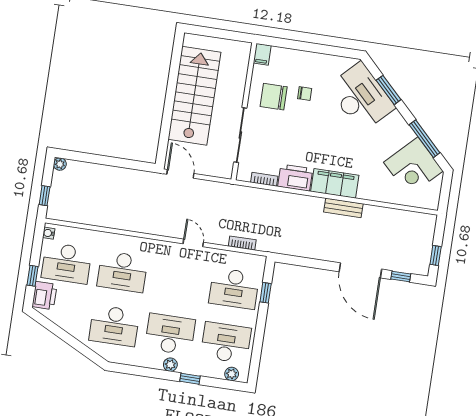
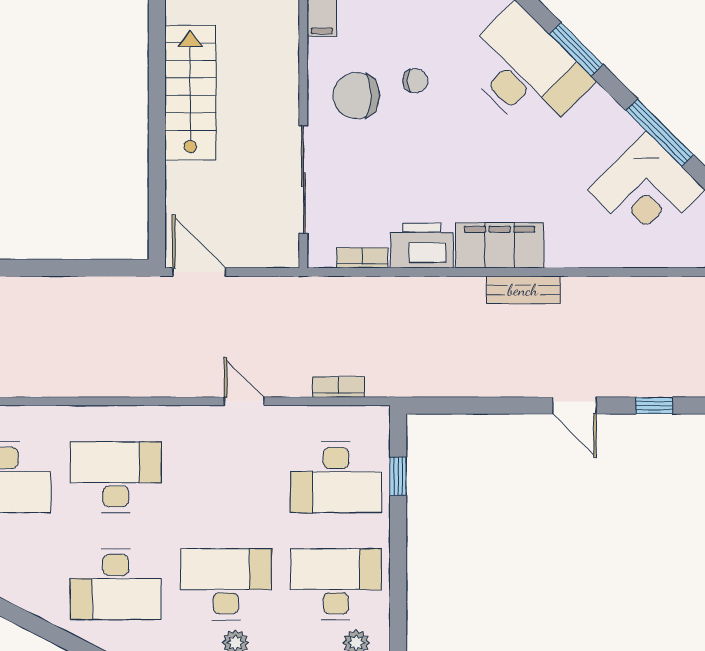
stairs: (194, 96) -> (190, 93), width x0.73, depth x0.66
door: (360, 270) -> (574, 406), width x0.53
desk: (122, 272) -> (116, 477), turned 180

